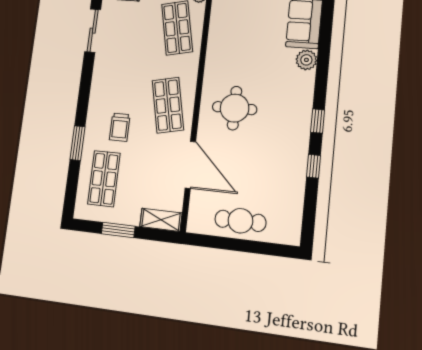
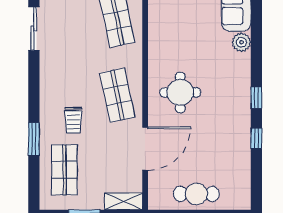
door: (190, 165) -> (145, 149), hinge flipped

